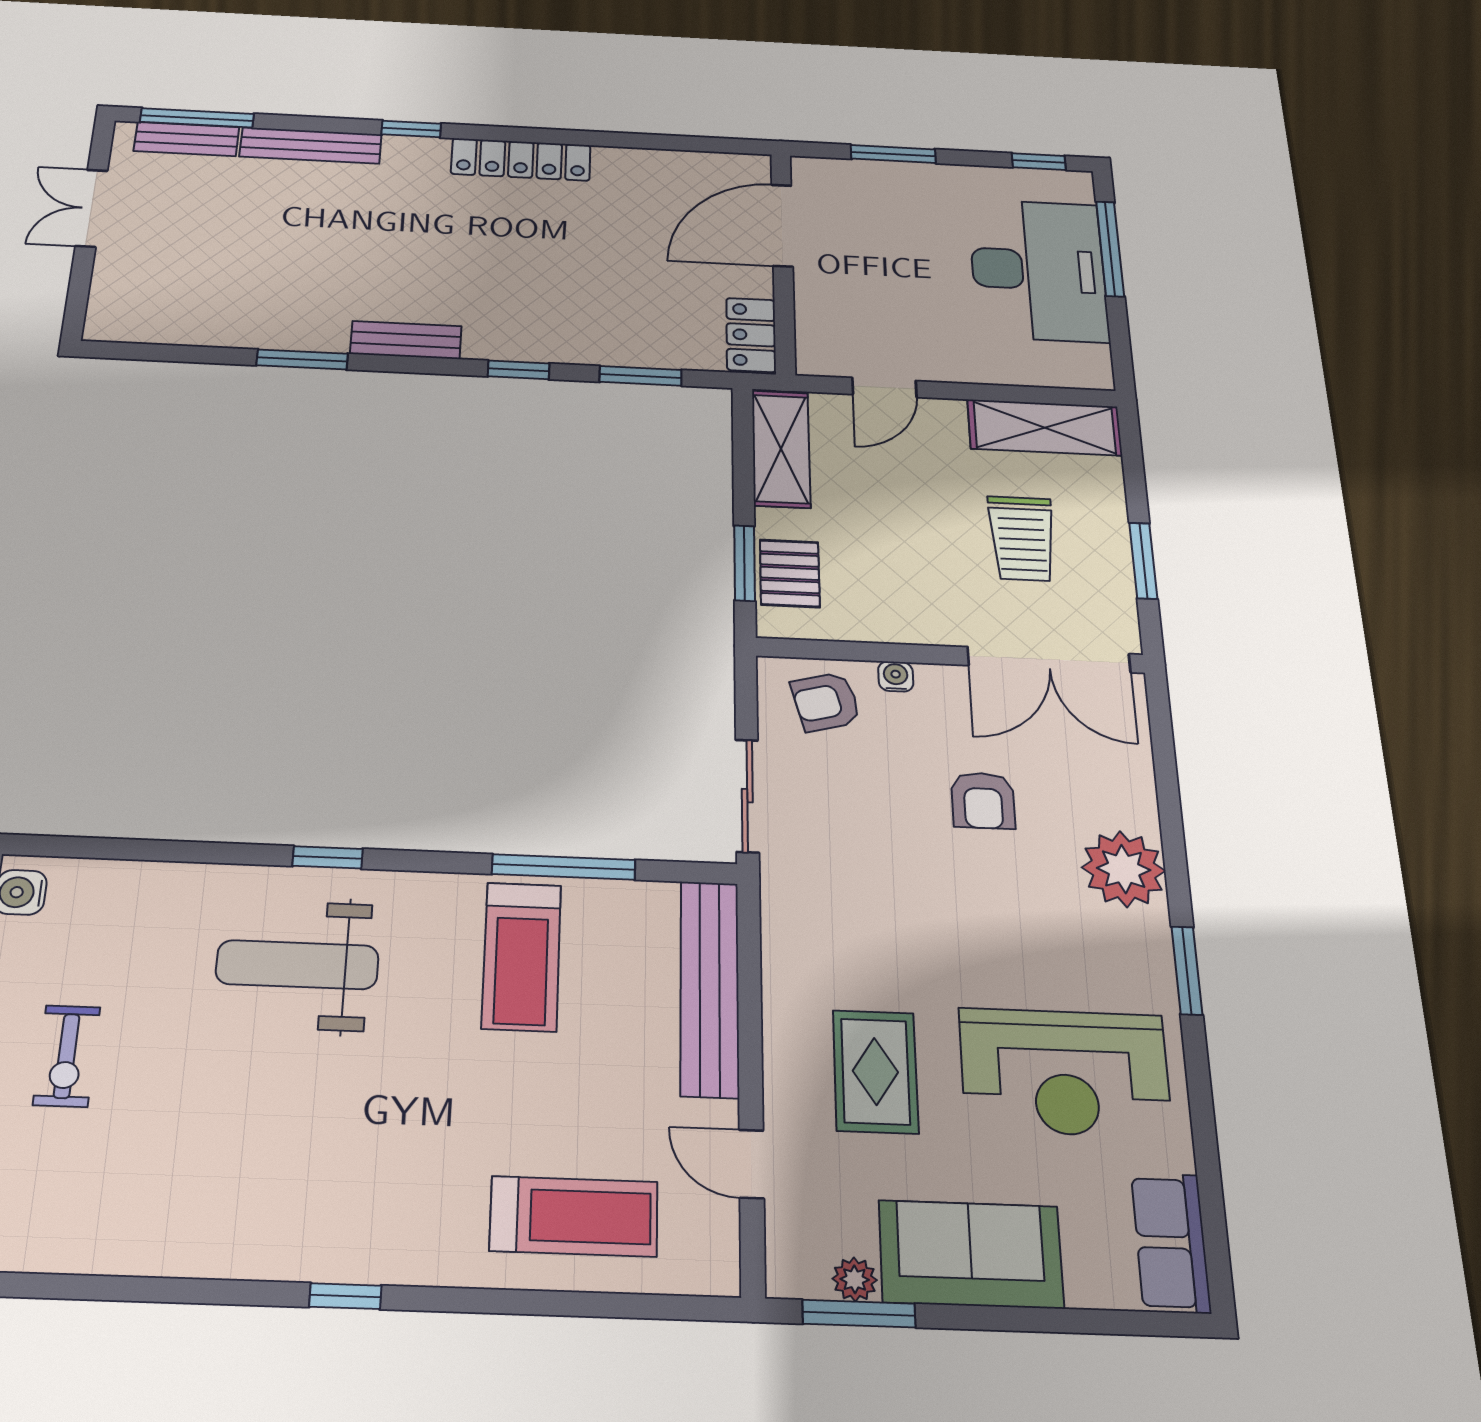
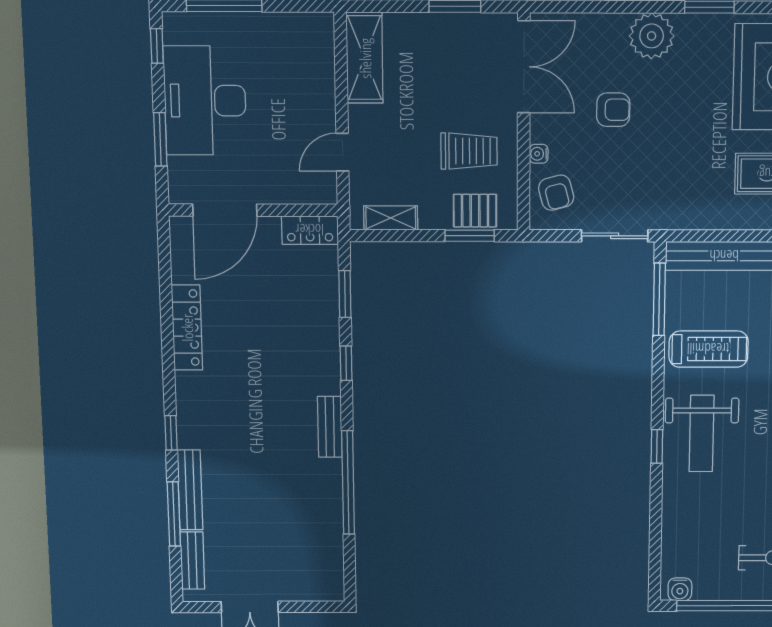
window: (197, 118) -> (174, 514), moved
locker: (521, 160) -> (187, 328), moved
door: (782, 225) -> (225, 210), hinge flipped
desk: (1038, 270) -> (205, 101), moved, turned -90
window: (302, 359) -> (348, 483), width x2.11
door: (884, 388) -> (342, 152), swing flipped
shelving: (781, 449) -> (391, 218), width x0.67, depth x0.75
trolley: (1022, 538) -> (469, 151), moved
window: (564, 867) -> (659, 299), moved
weight bench: (297, 965) -> (702, 433), moved

